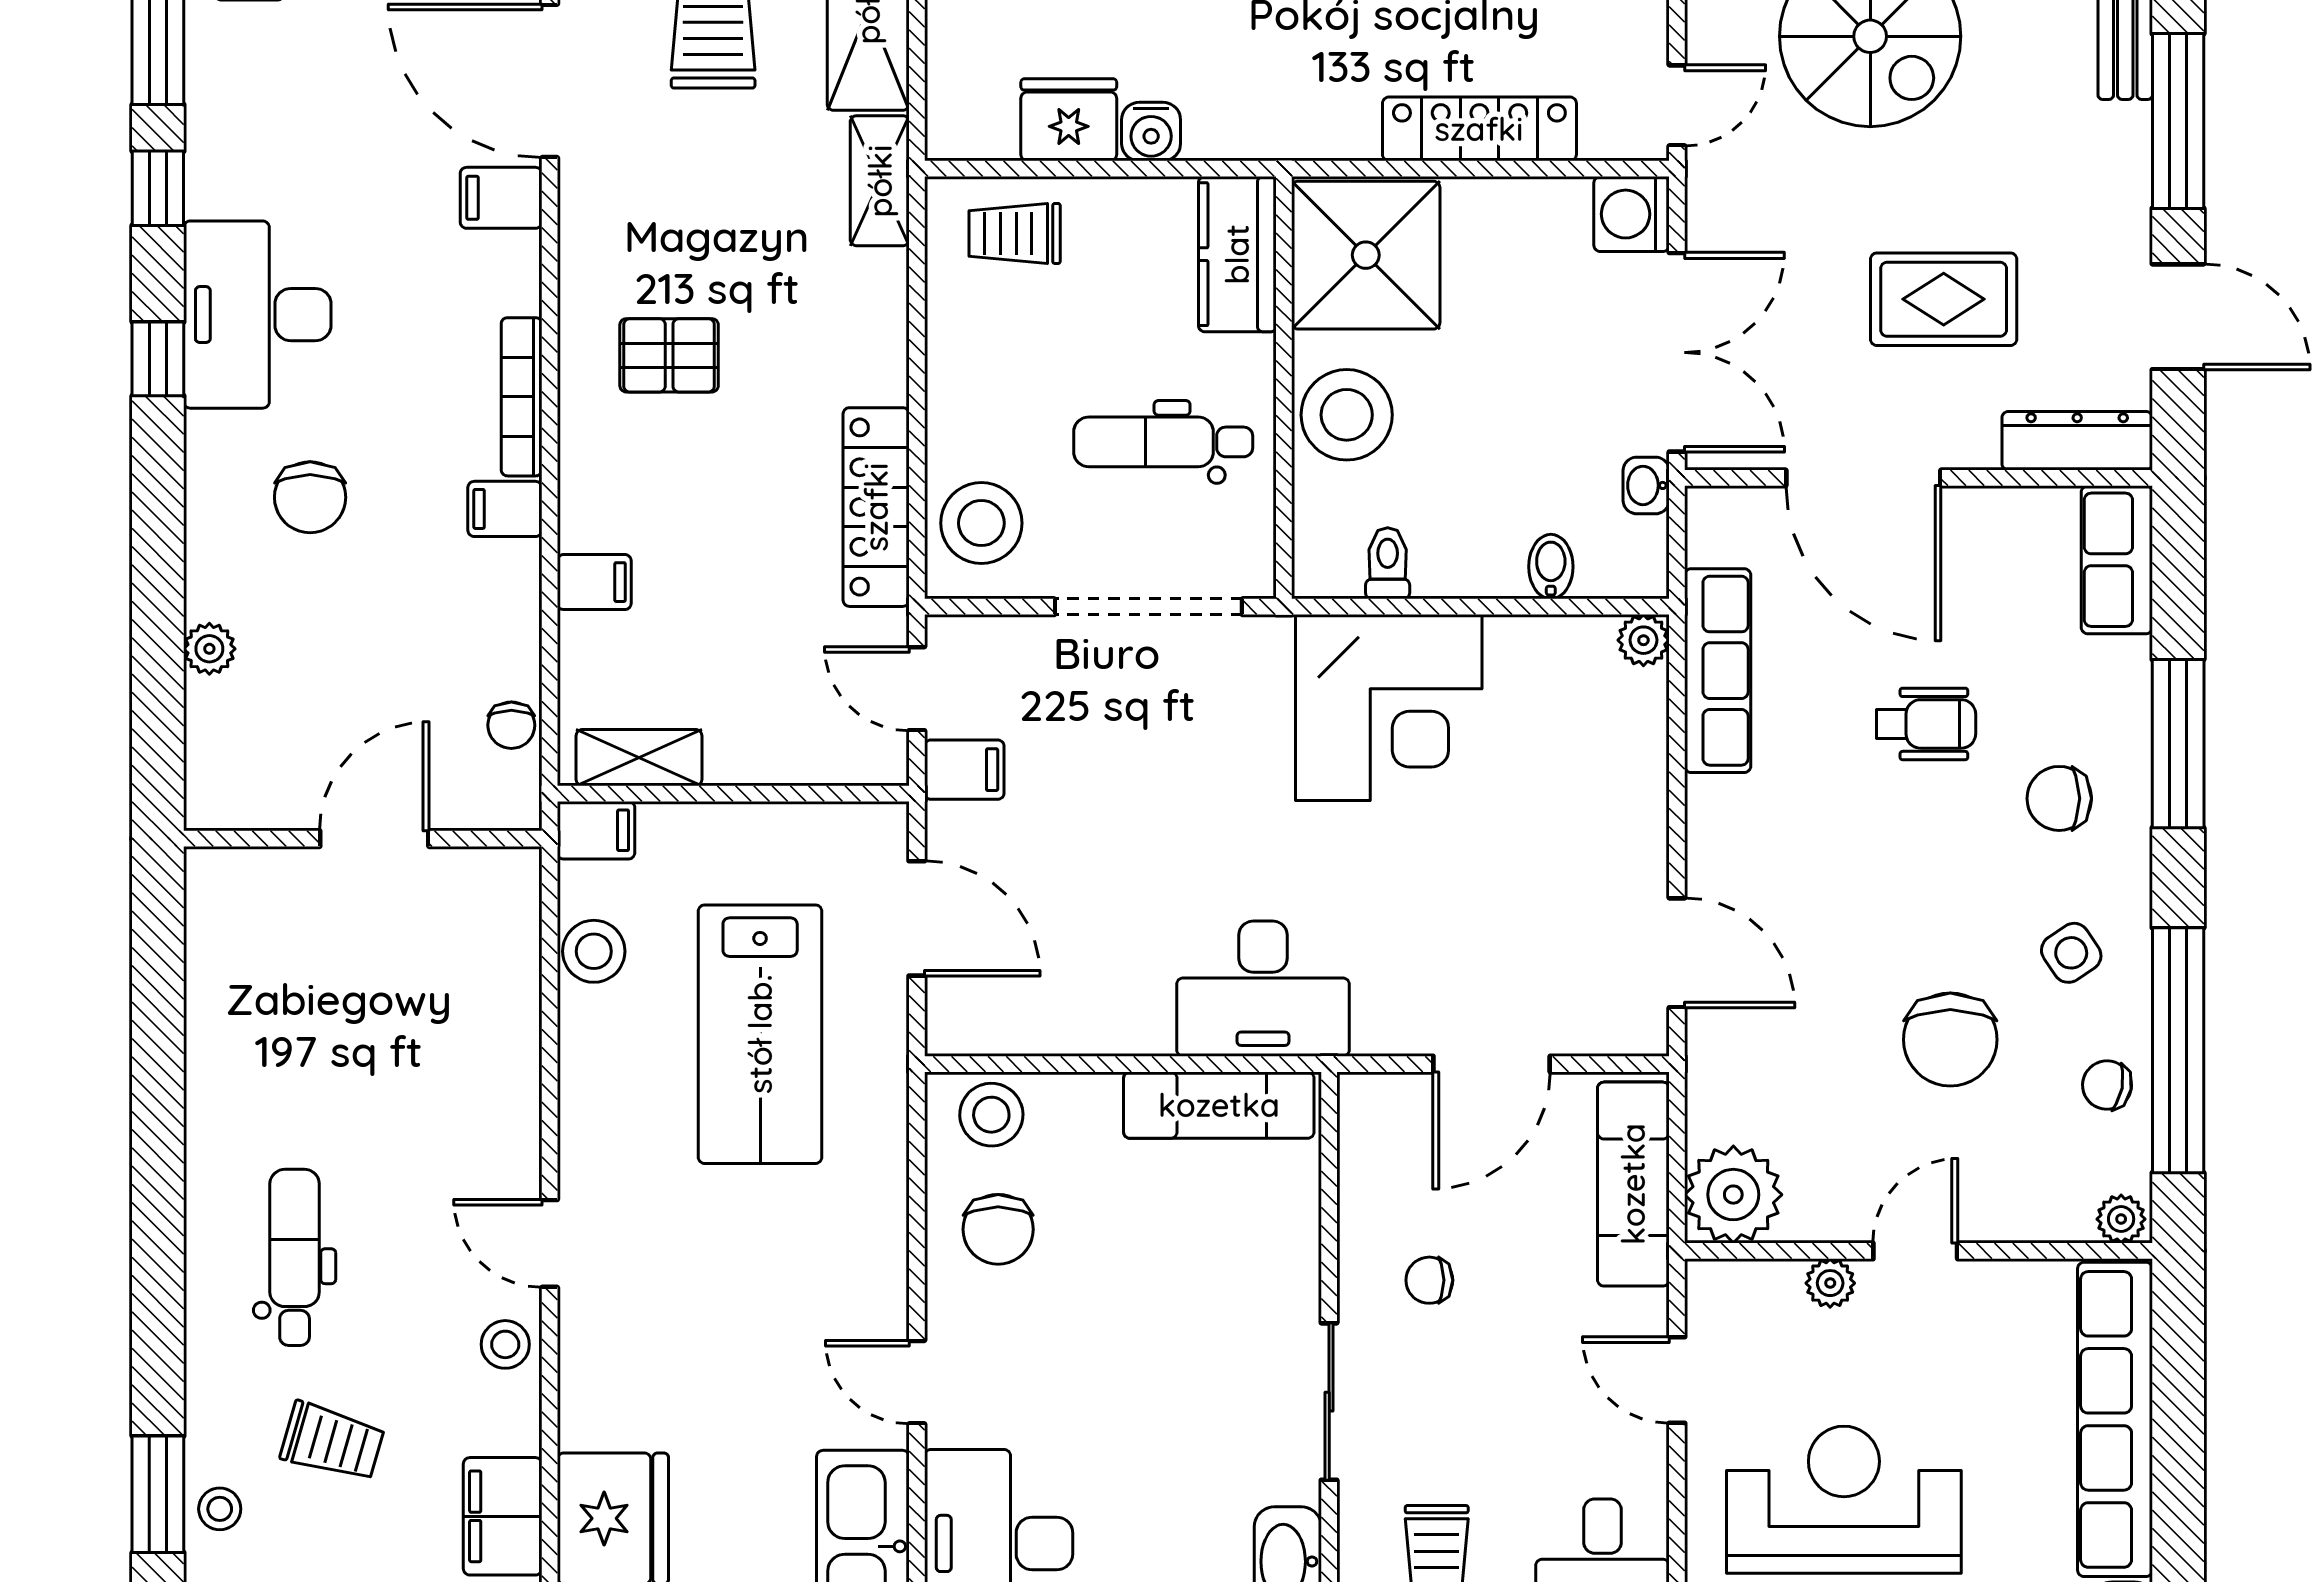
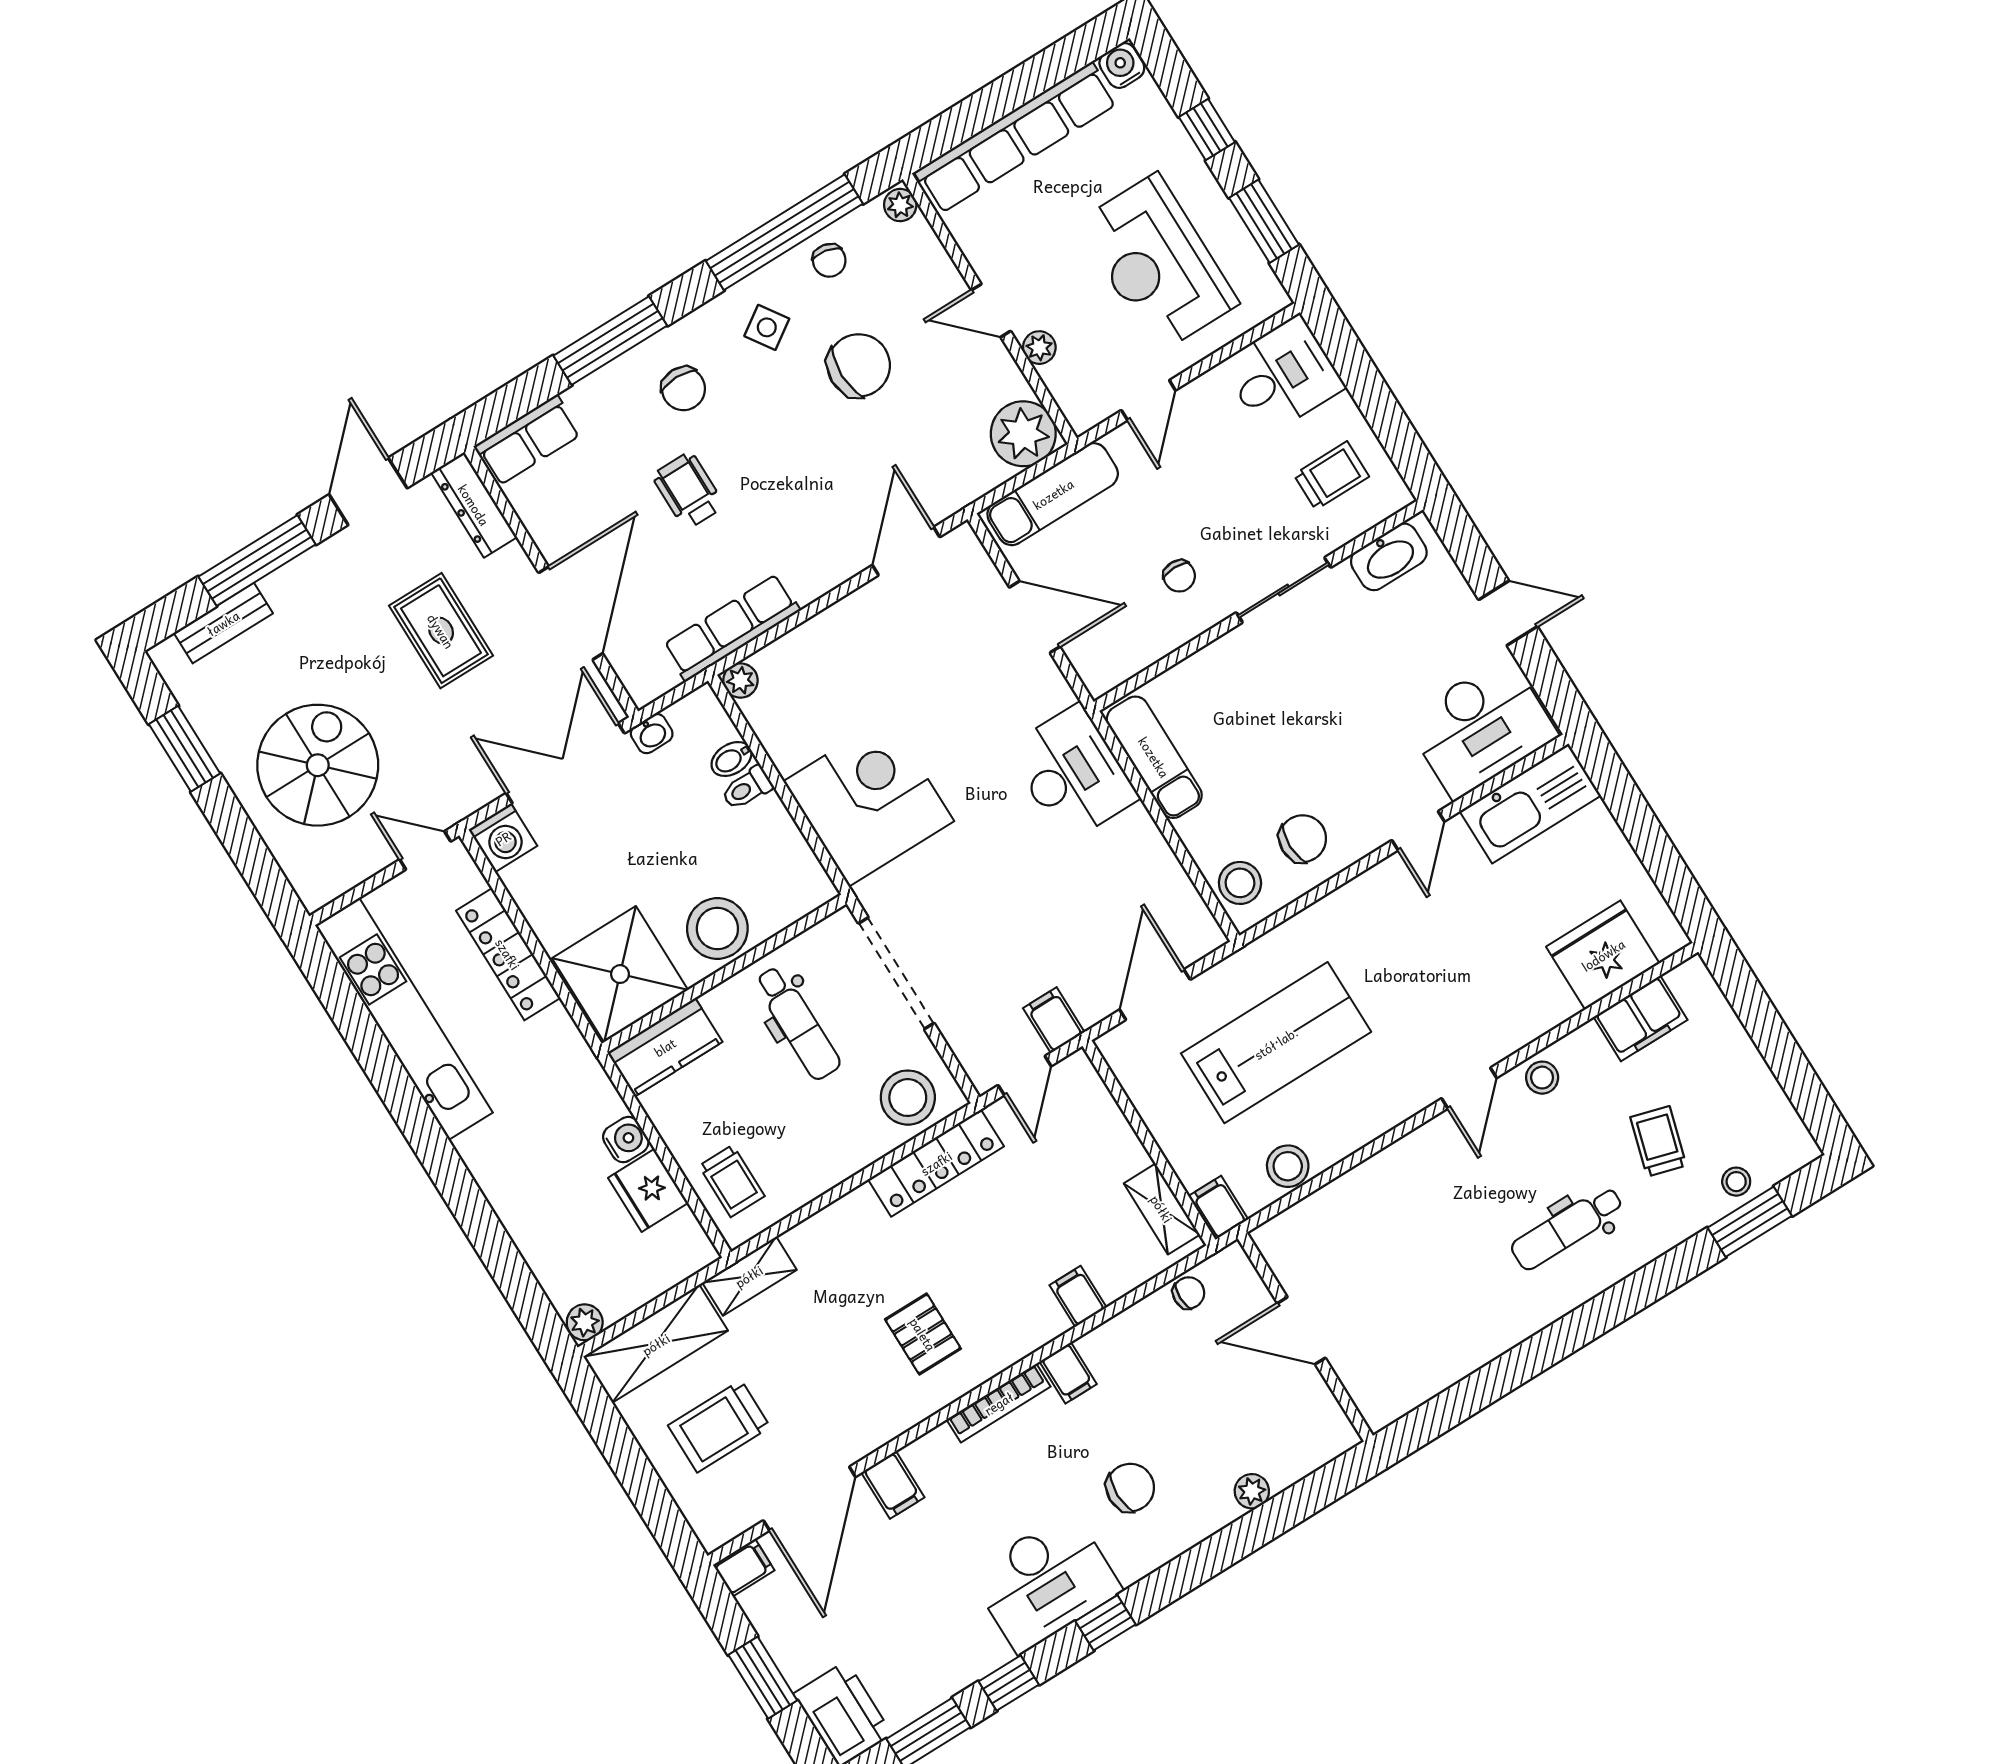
toilet: (1388, 563) -> (747, 788), moved

